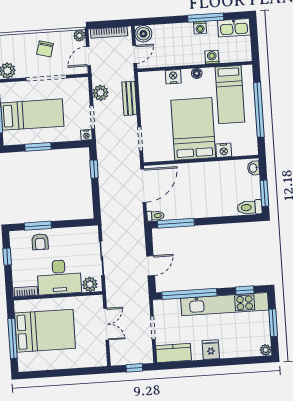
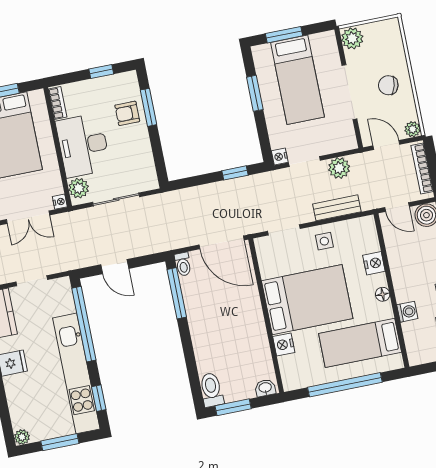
side table: (152, 111) -> (324, 241), added
nightstand: (98, 299) -> (60, 202), added

